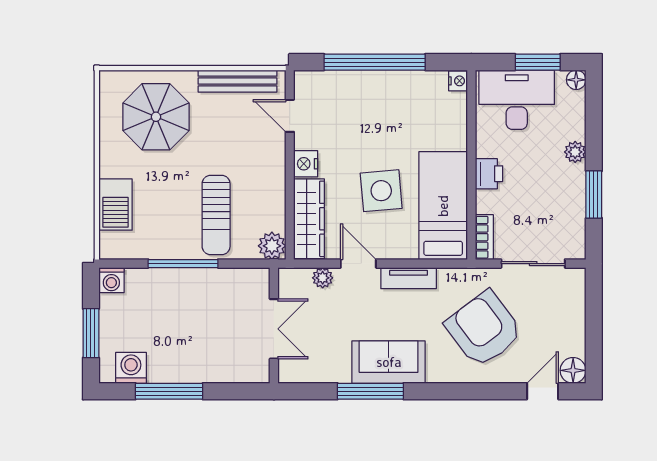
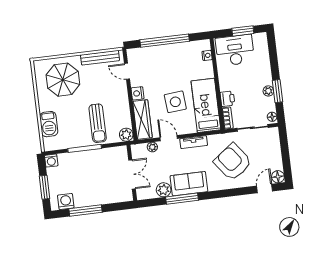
floor lamp: (576, 80) -> (272, 117), moved
nightstand: (458, 81) -> (207, 55), moved
plant: (575, 152) -> (268, 91), moved
printer: (489, 174) -> (227, 99), moved
plant: (335, 369) -> (164, 190), added

